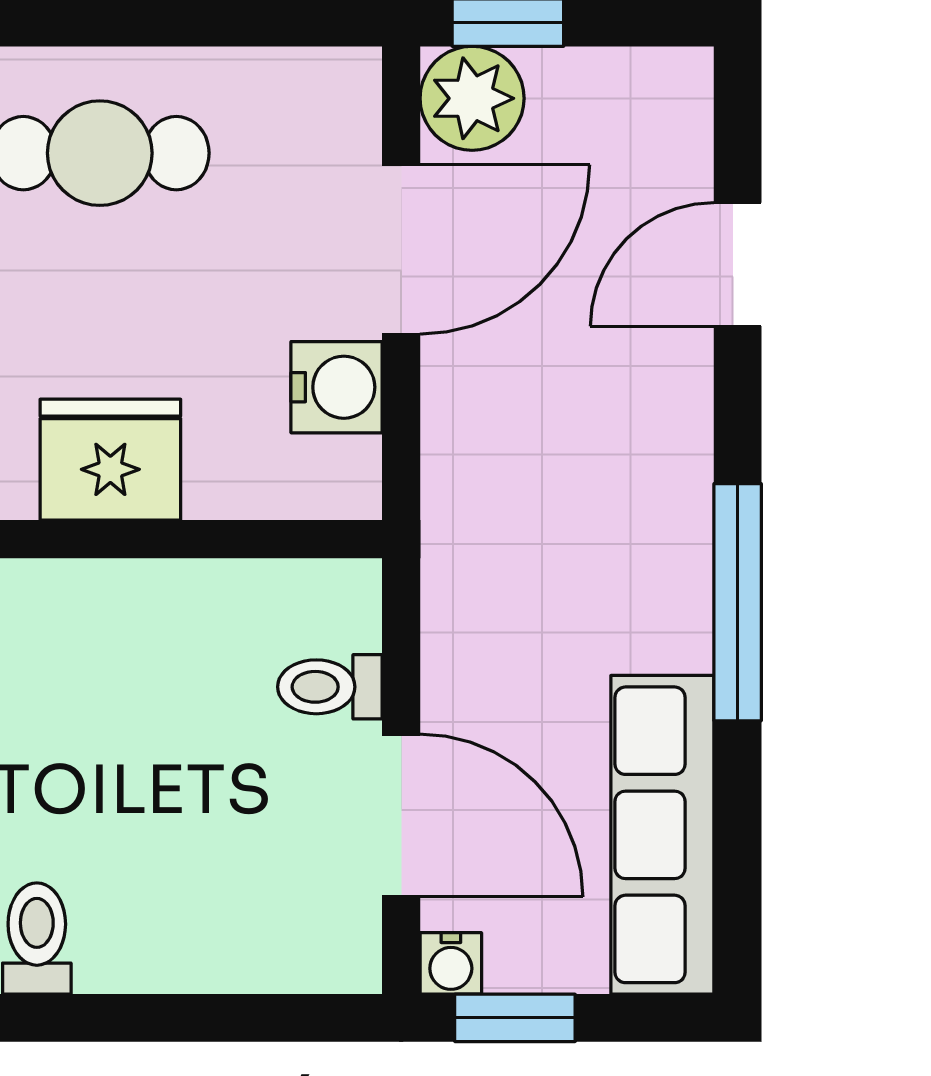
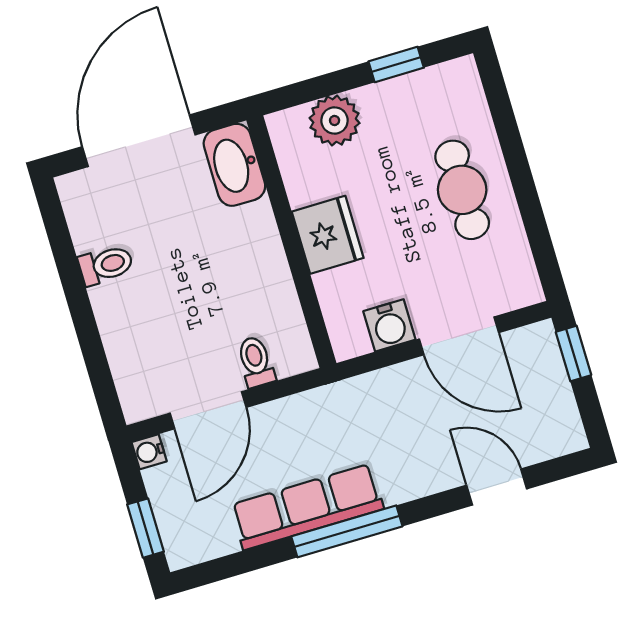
plant: (472, 98) -> (535, 348), removed
row of seats: (662, 835) -> (307, 507), moved
window: (515, 1018) -> (146, 528), moved

